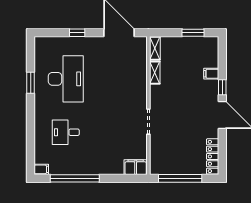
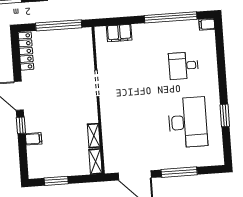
window: (77, 33) -> (179, 172), width x2.17
desk: (66, 79) -> (188, 122), turned 180
desk: (66, 132) -> (184, 66), turned 180
filing cabinet: (136, 167) -> (119, 33), moved

